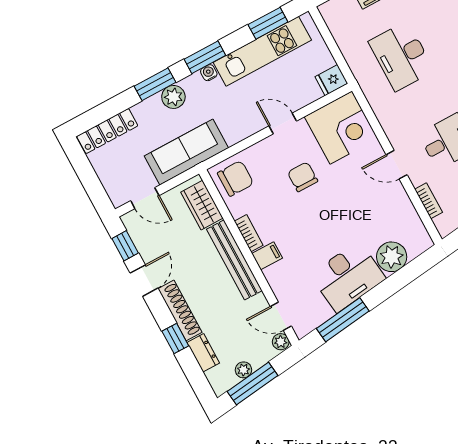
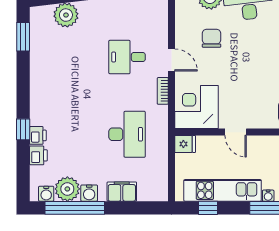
window: (268, 23) -> (208, 208), width x0.67
chair: (303, 177) -> (211, 38), moved, turned 180
bookcase: (429, 201) -> (163, 91), moved

